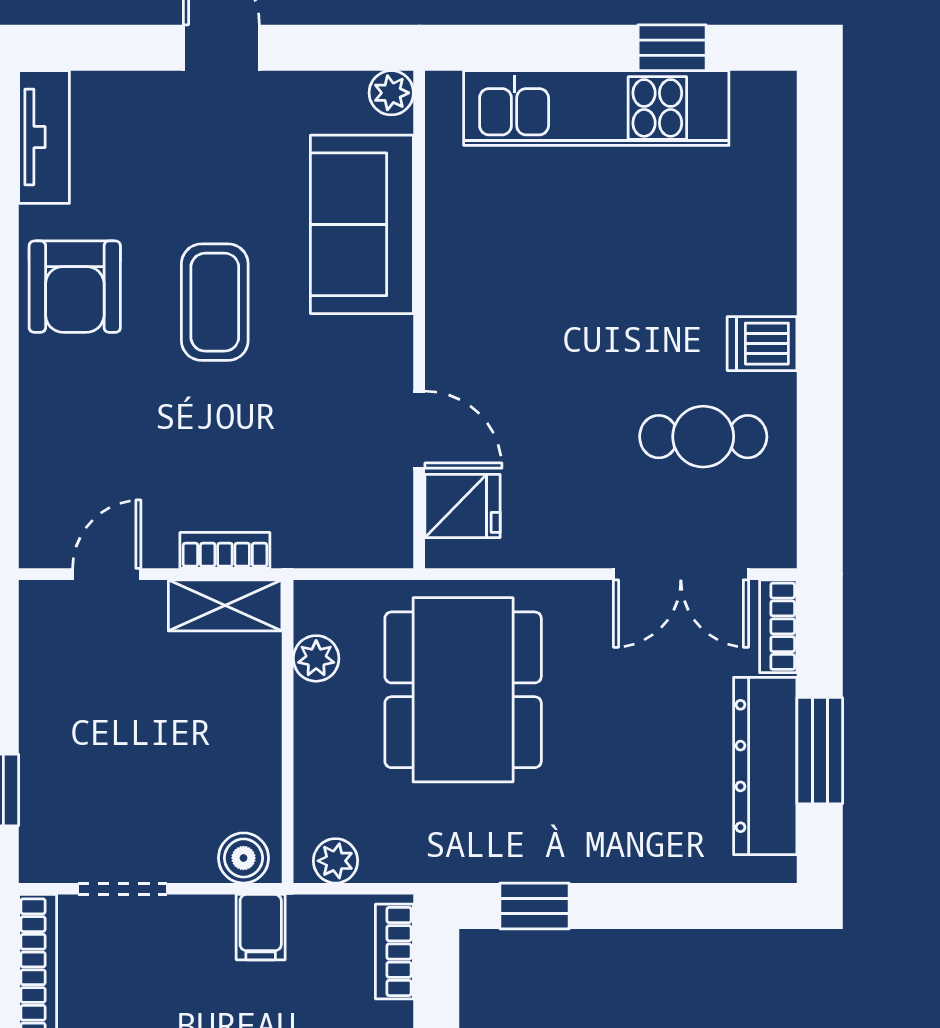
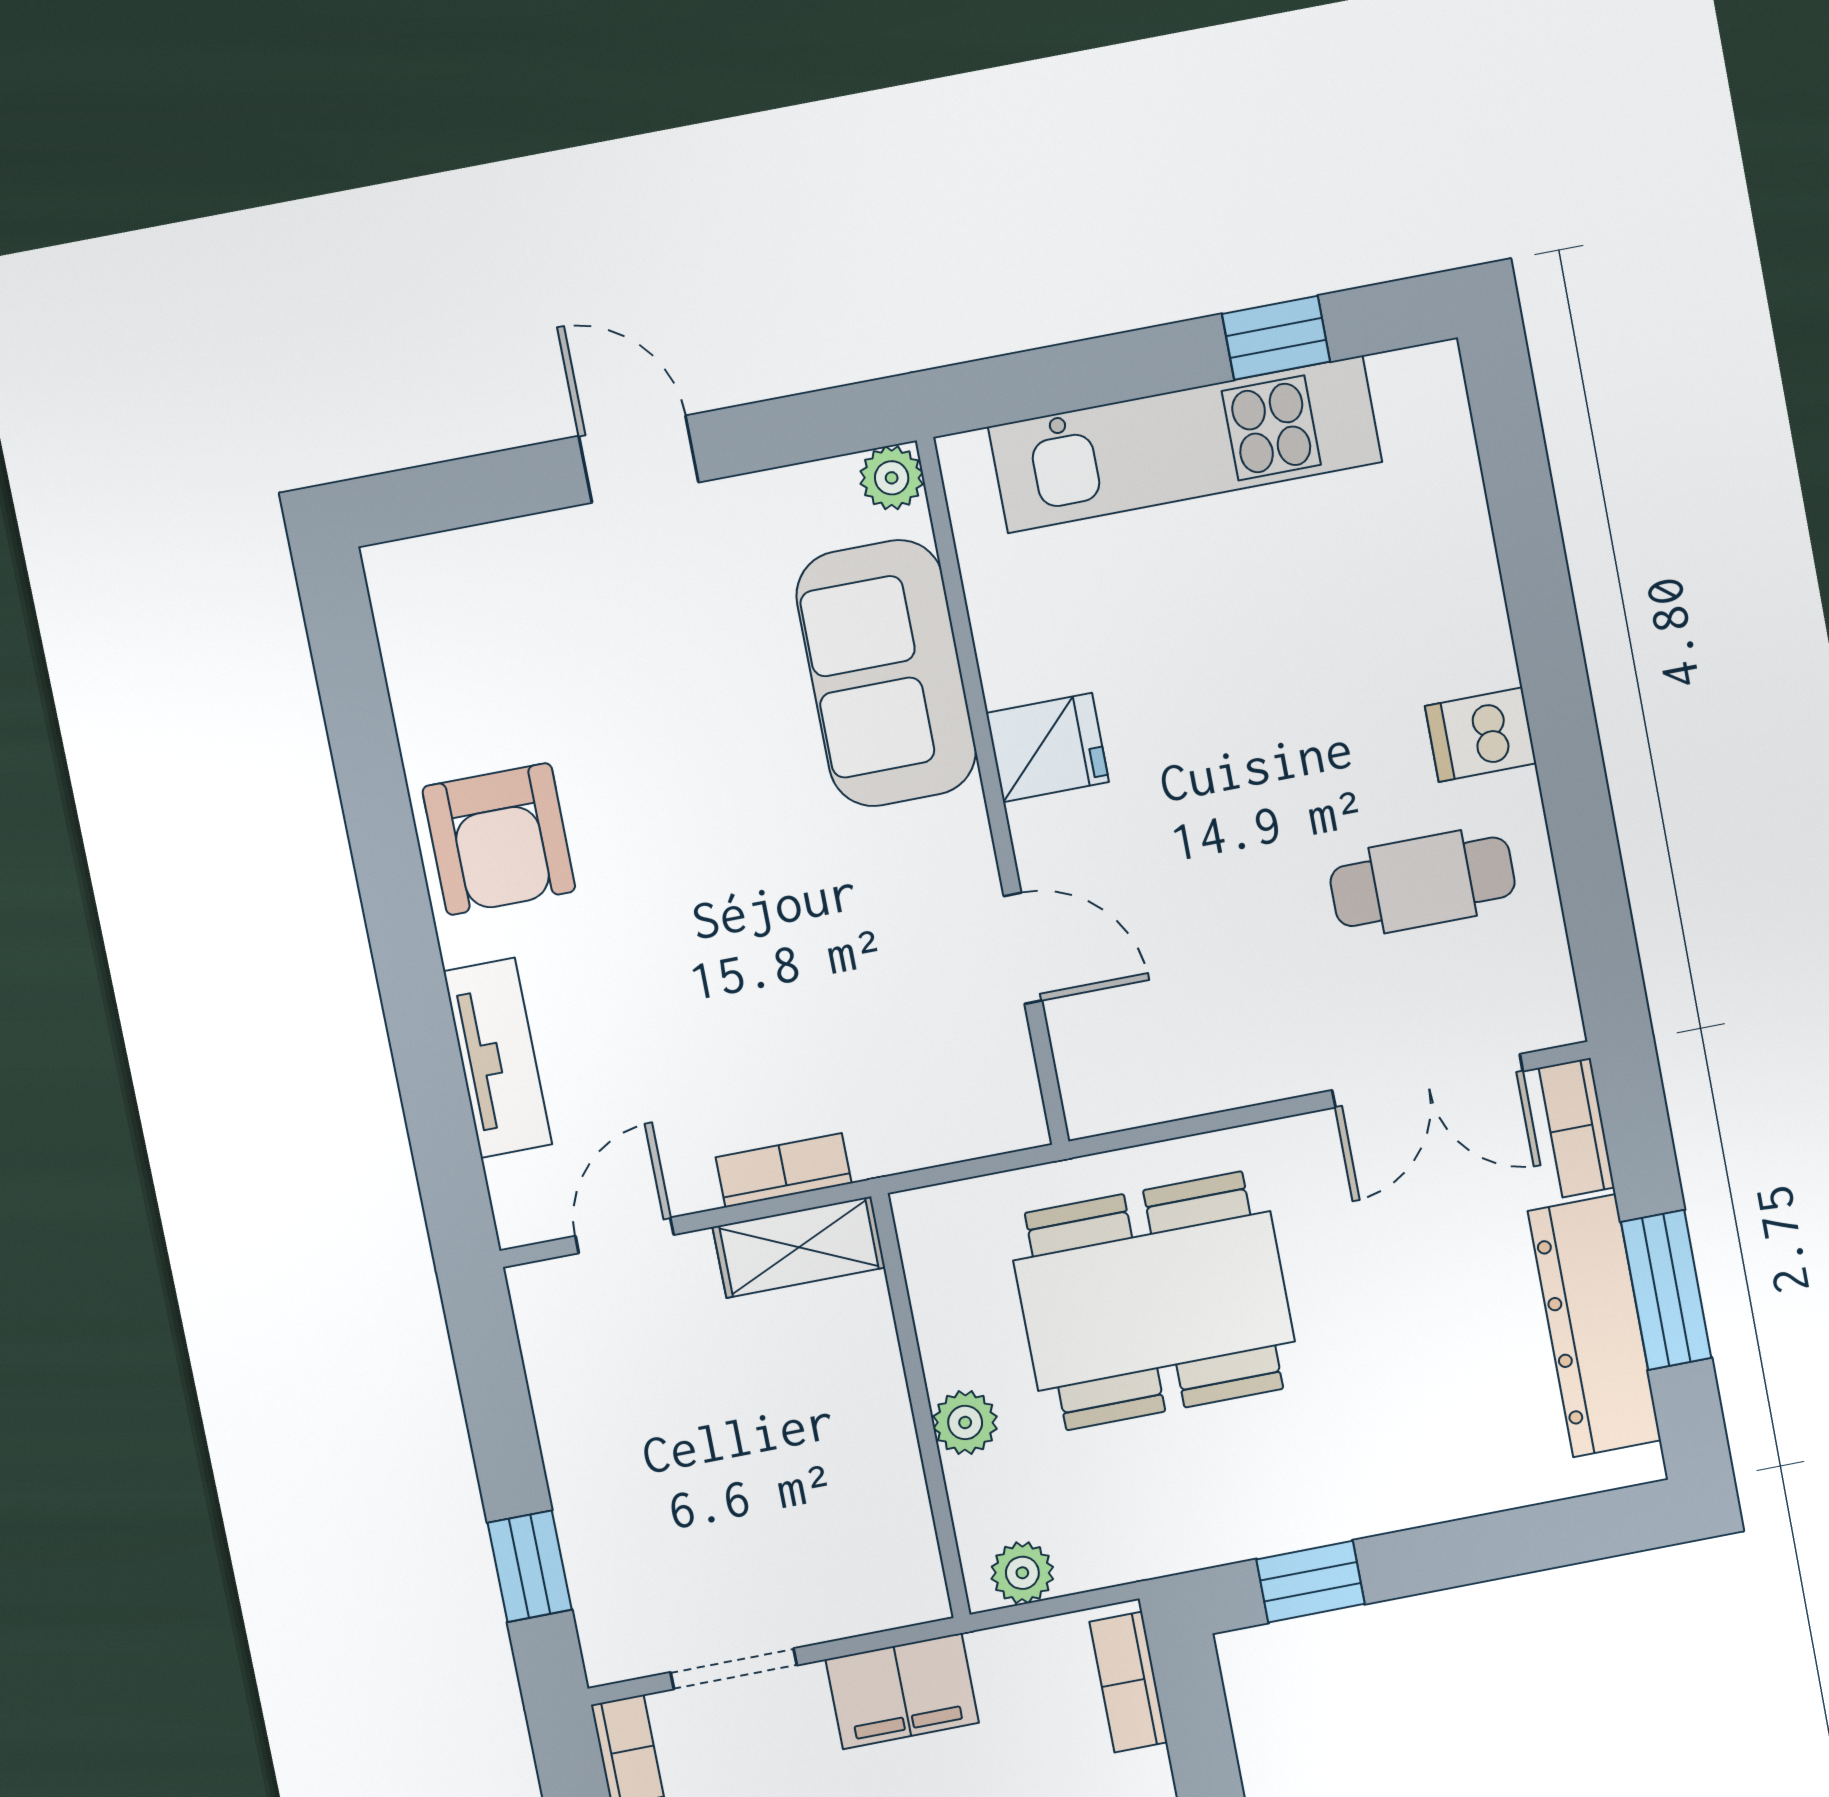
tv unit: (44, 137) -> (498, 1058), moved
coffee table: (215, 302) -> (701, 823), removed
fridge: (463, 506) -> (1048, 748), moved
plant: (316, 658) -> (965, 1423), moved
dining table: (463, 690) -> (1154, 1301), turned 90
boiler: (243, 858) -> (894, 1594), removed
filing cabinet: (261, 927) -> (902, 1691), width x2.00

